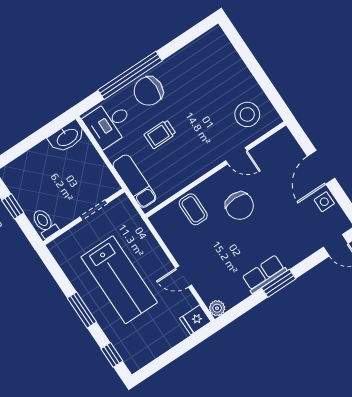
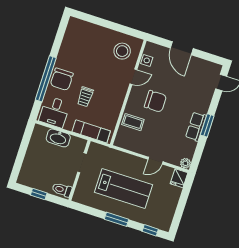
washbasin: (67, 137) -> (58, 138), moved, turned 90
side table: (324, 202) -> (147, 60), moved

